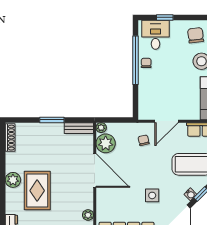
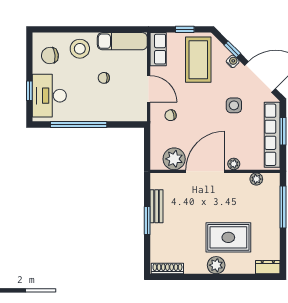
desk: (155, 35) -> (49, 96), width x1.37
chair: (146, 63) -> (104, 78), moved
bench: (79, 128) -> (157, 206), moved
plant: (101, 128) -> (234, 164), moved

